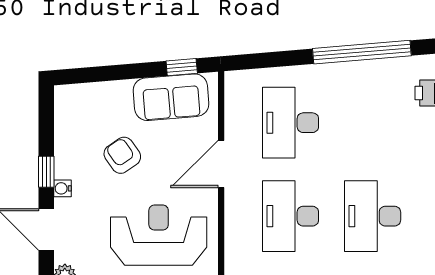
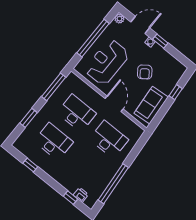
window: (182, 67) -> (176, 92), moved
armchair: (122, 155) -> (145, 72), turned 89
reception desk: (159, 235) -> (107, 62), turned 180

